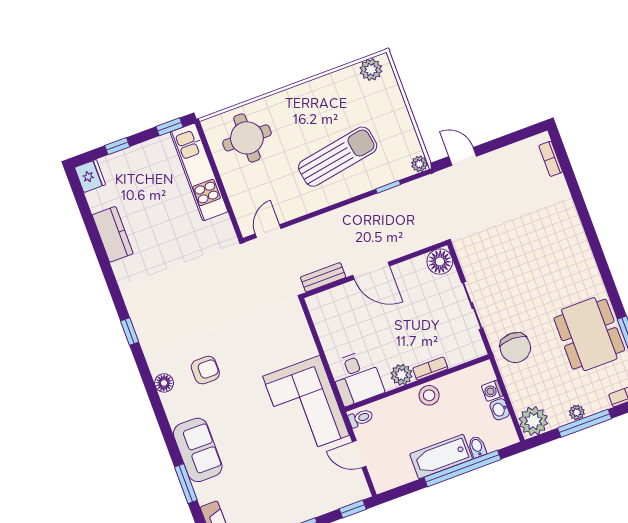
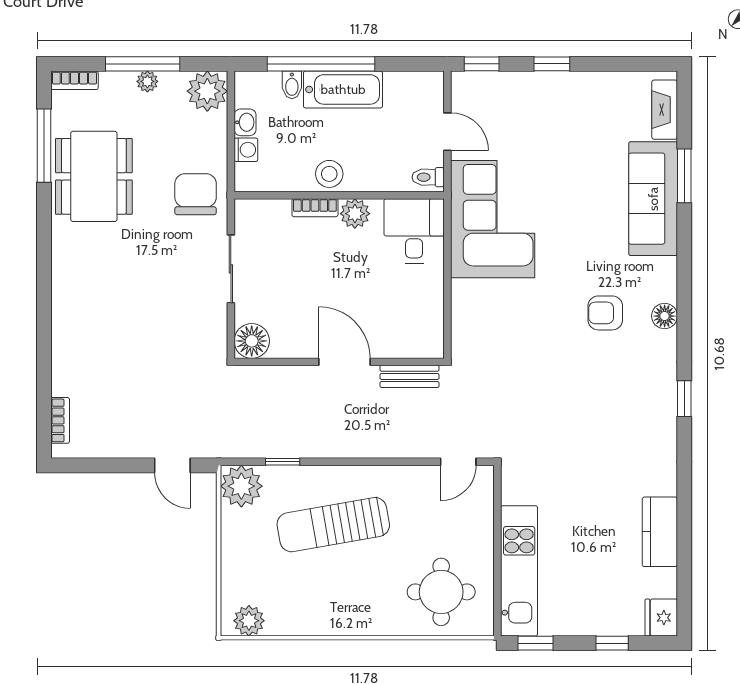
plant: (419, 164) -> (241, 486), width x1.88, depth x1.88
sofa: (198, 450) -> (653, 199), width x1.36

